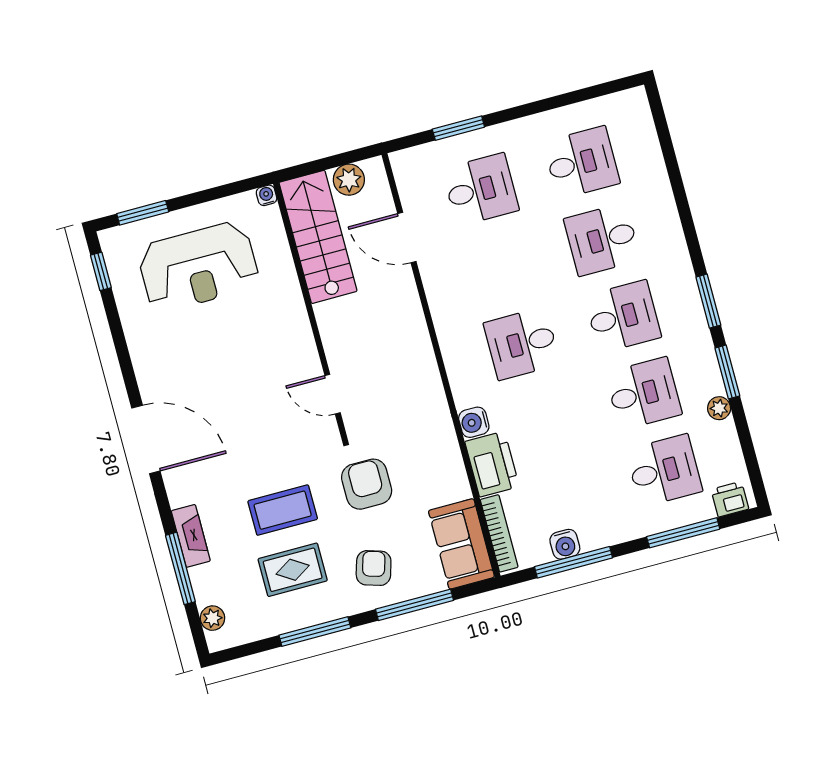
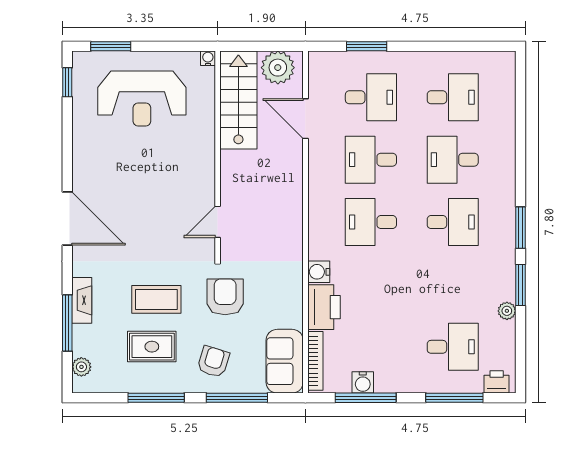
plant: (349, 180) -> (278, 68), width x1.36, depth x1.36
door: (333, 394) -> (218, 222), hinge flipped
desk: (643, 394) -> (371, 160), moved, turned 180

